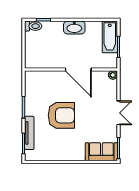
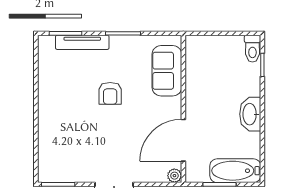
door: (78, 69) -> (183, 140), moved
armchair: (61, 115) -> (110, 93), width x0.53, depth x0.53
sofa: (101, 152) -> (167, 71), moved, turned 180

